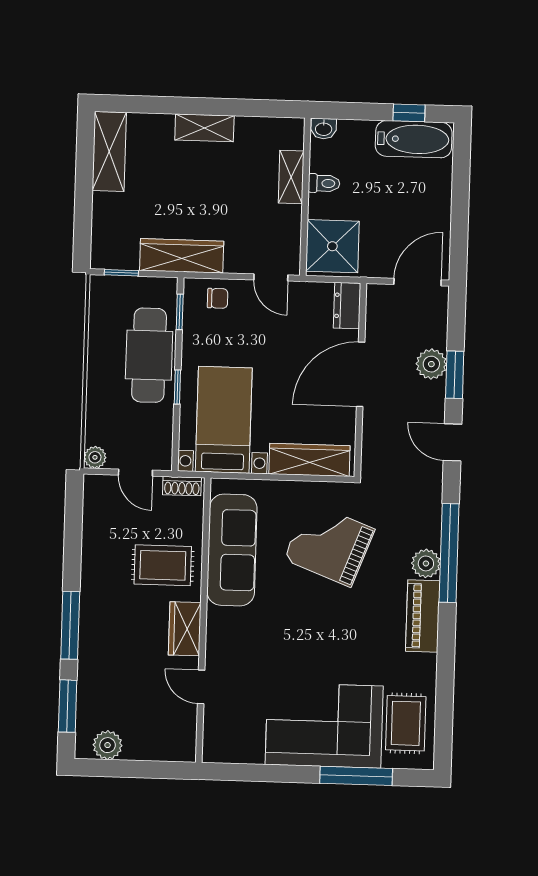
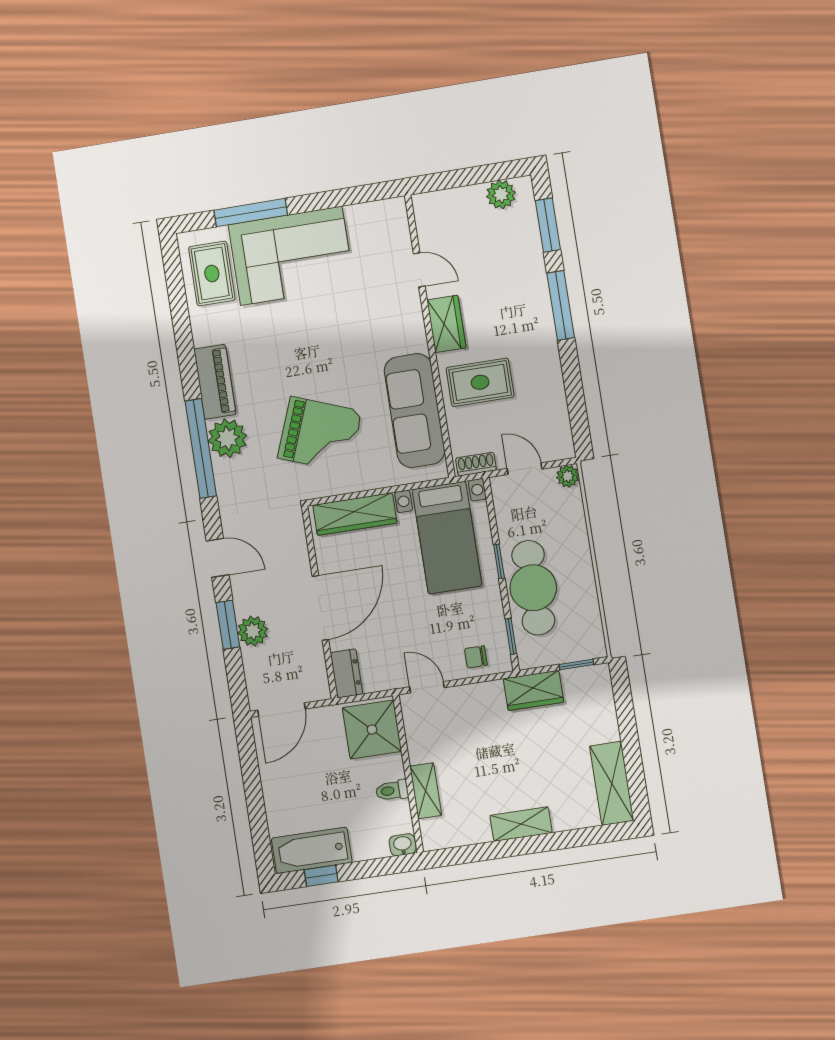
wardrobe: (182, 256) -> (533, 690), width x0.67
plant: (426, 563) -> (227, 438), width x1.36, depth x1.36

